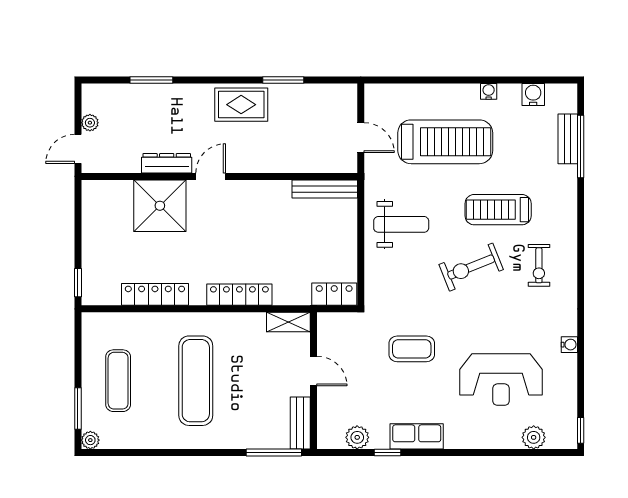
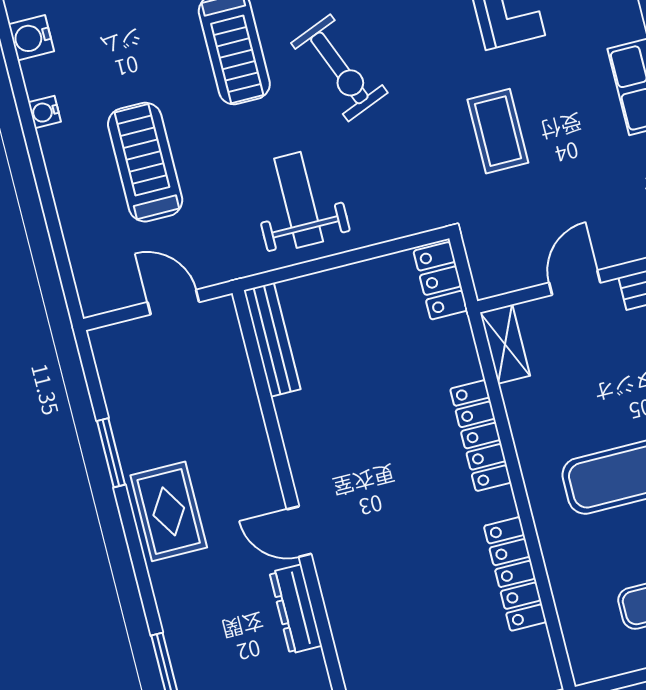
door: (361, 138) -> (173, 302), hinge flipped
treadmill: (445, 142) -> (145, 162), width x0.73, depth x0.73
shower: (160, 206) -> (368, 603), removed

